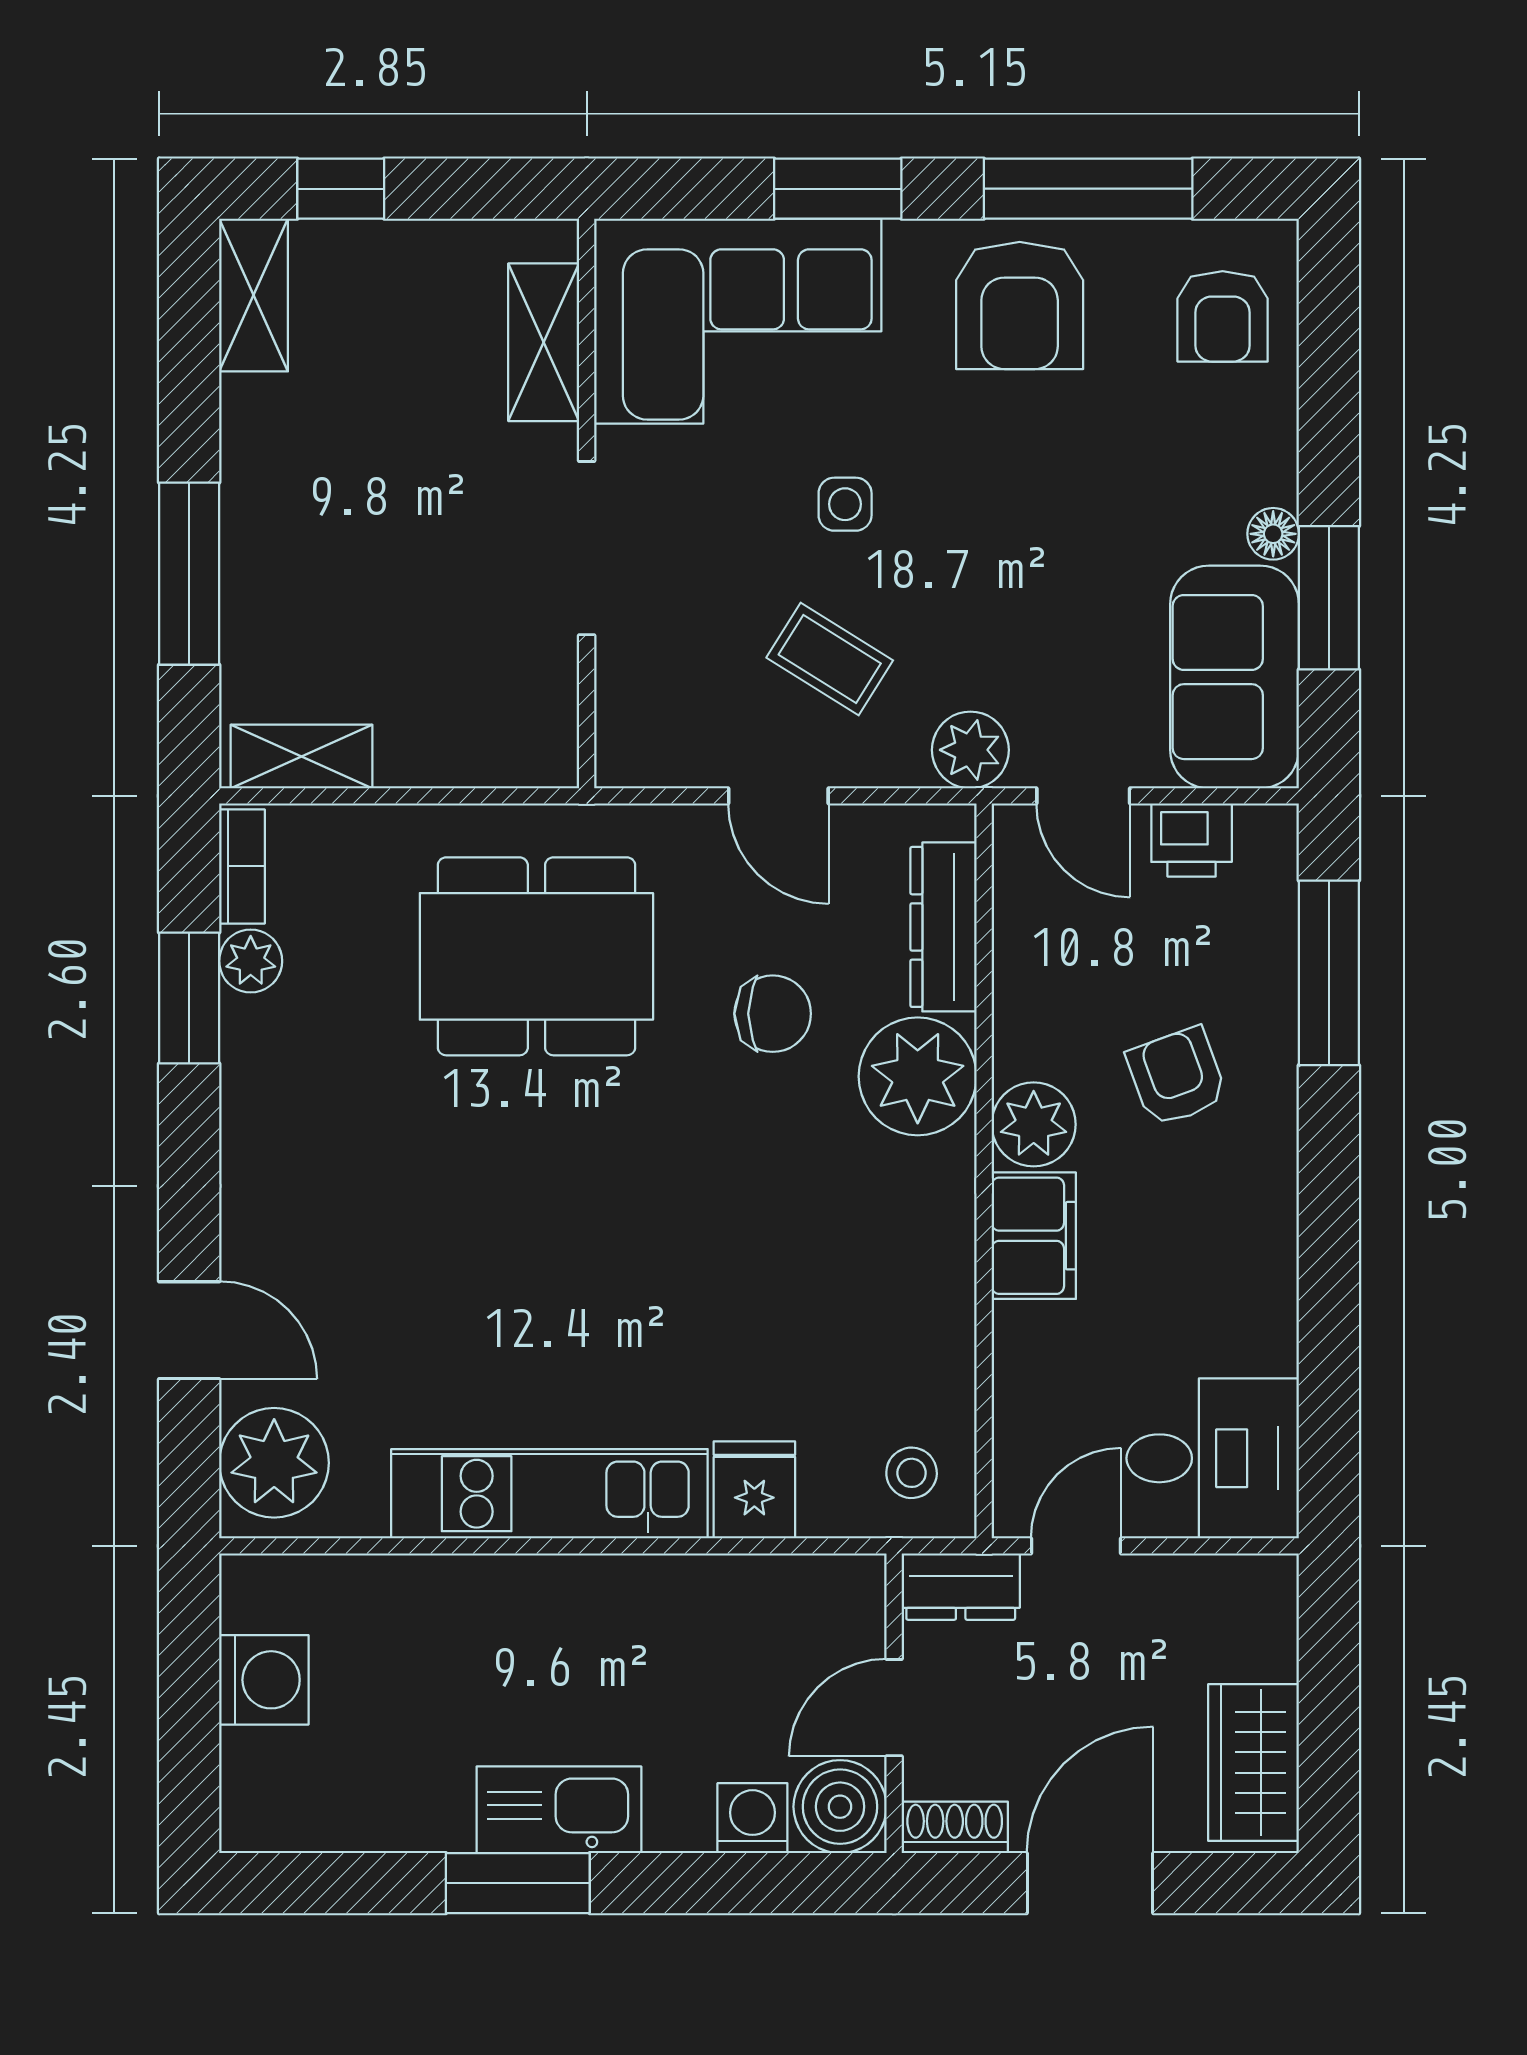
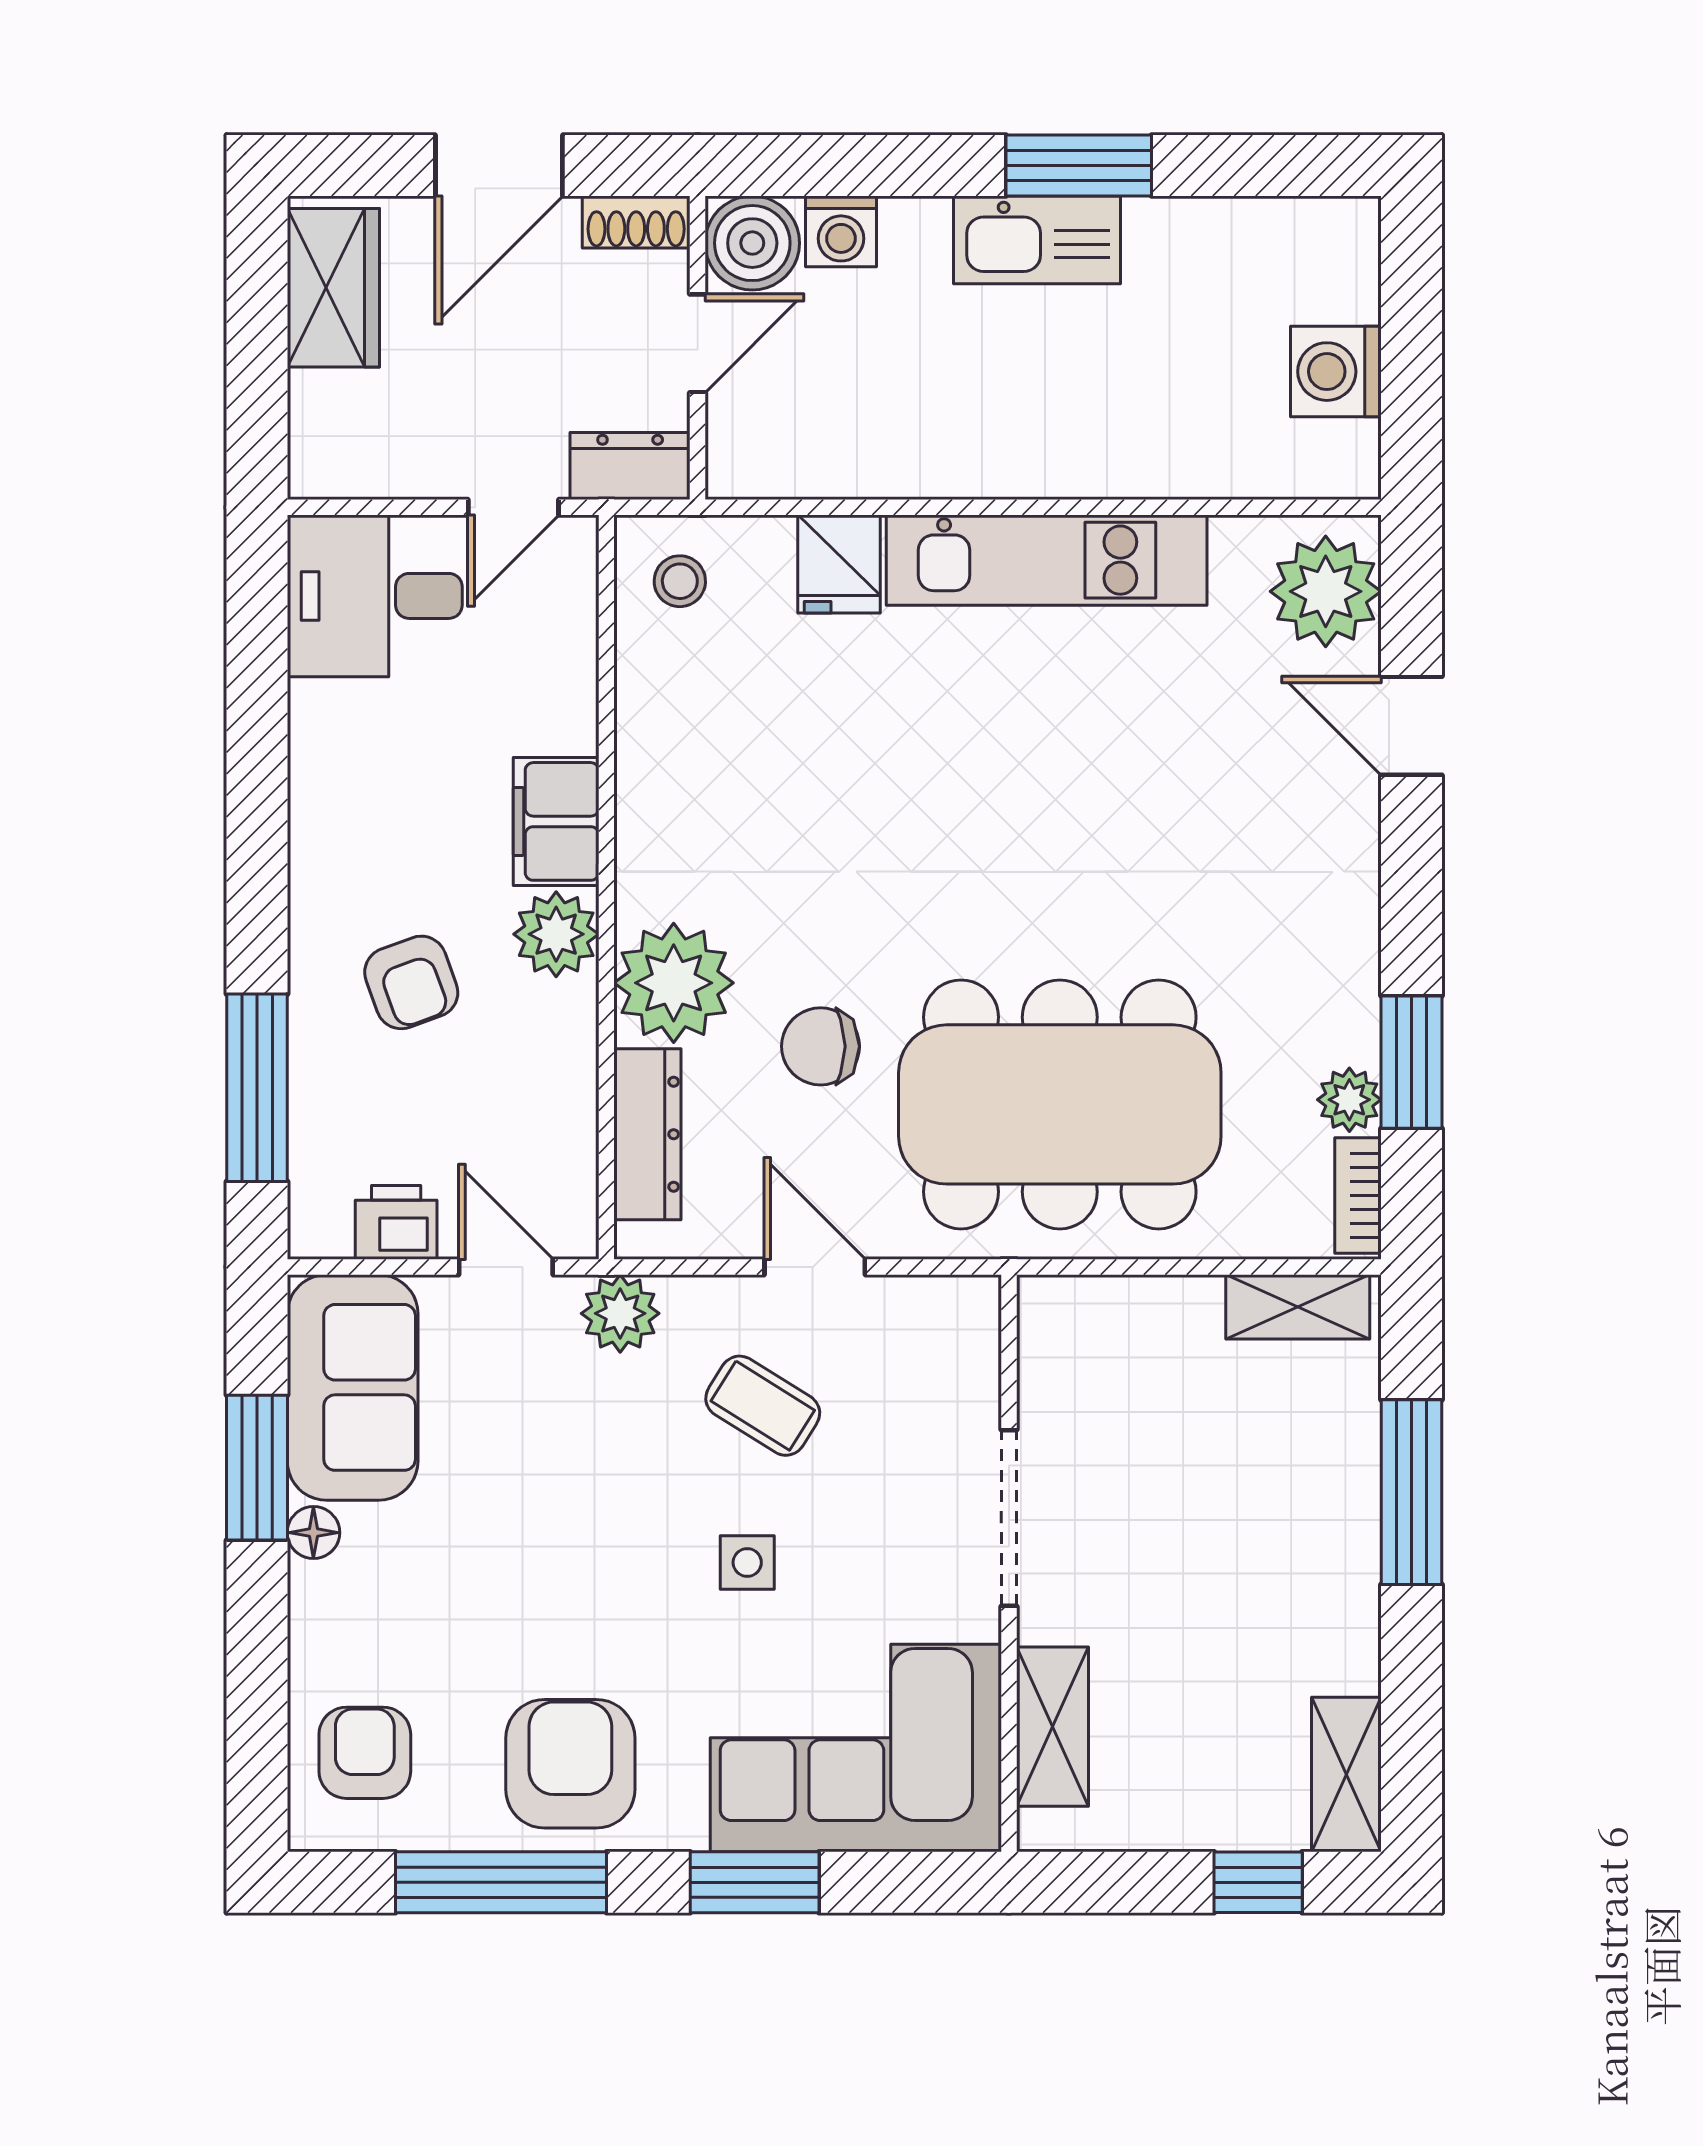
dining table: (536, 956) -> (1060, 1104), width x1.36, depth x1.24

